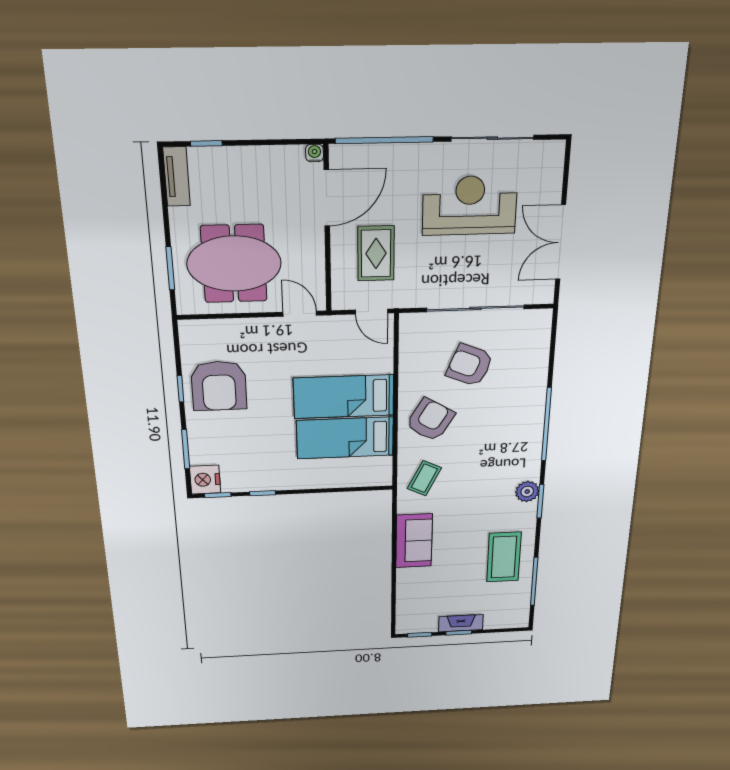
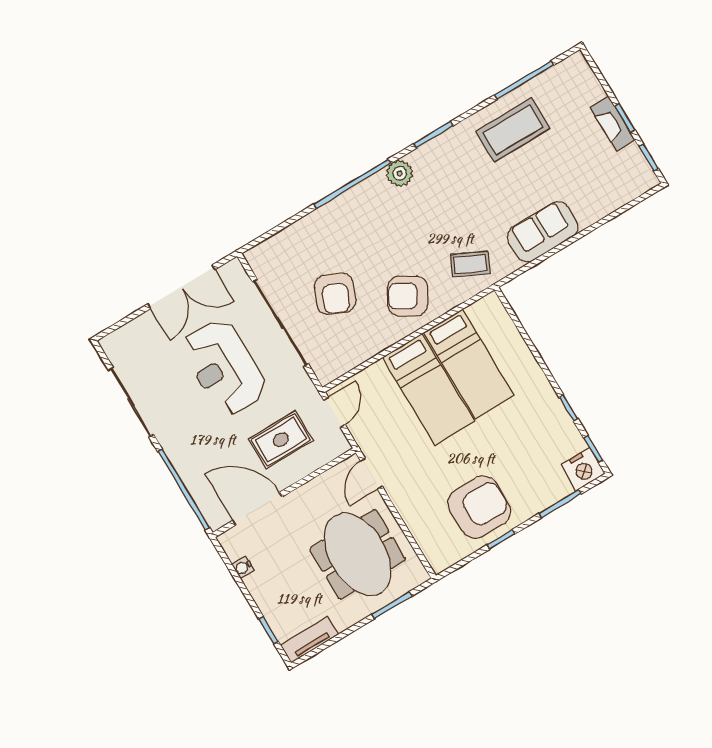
water cooler: (314, 153) -> (243, 567), moved
reception desk: (470, 206) -> (224, 367), moved
plant: (527, 492) -> (400, 173), moved

